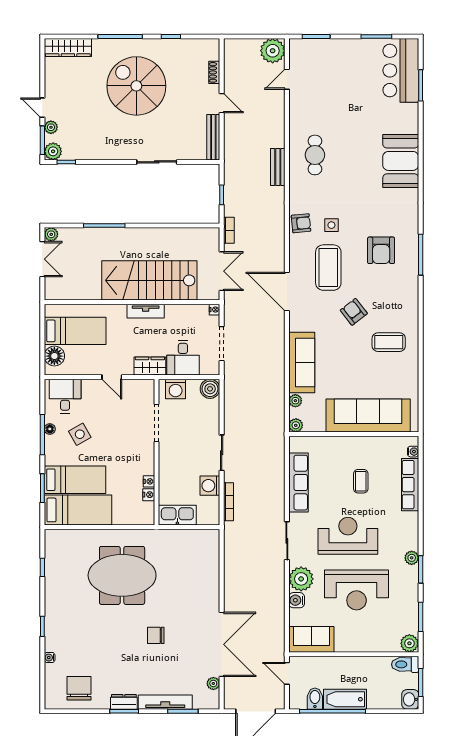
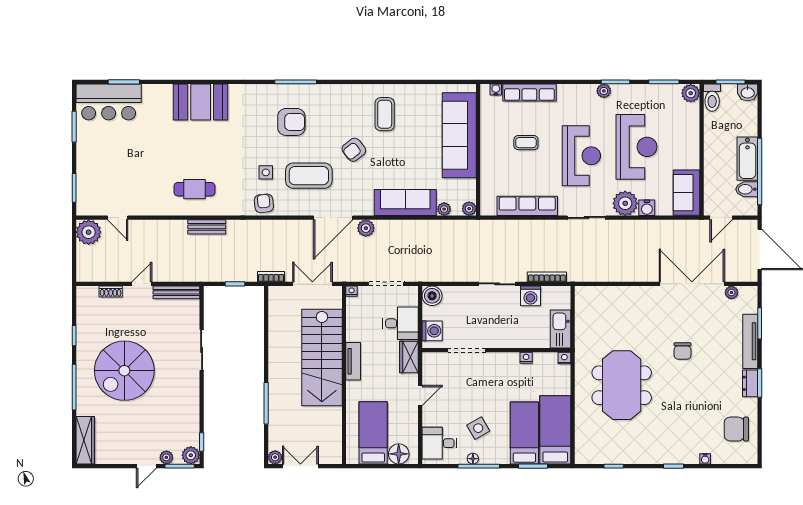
plant: (277, 324) -> (366, 228), added
nightstand: (149, 495) -> (564, 358), moved
reception desk: (348, 536) -> (581, 156), turned 180

